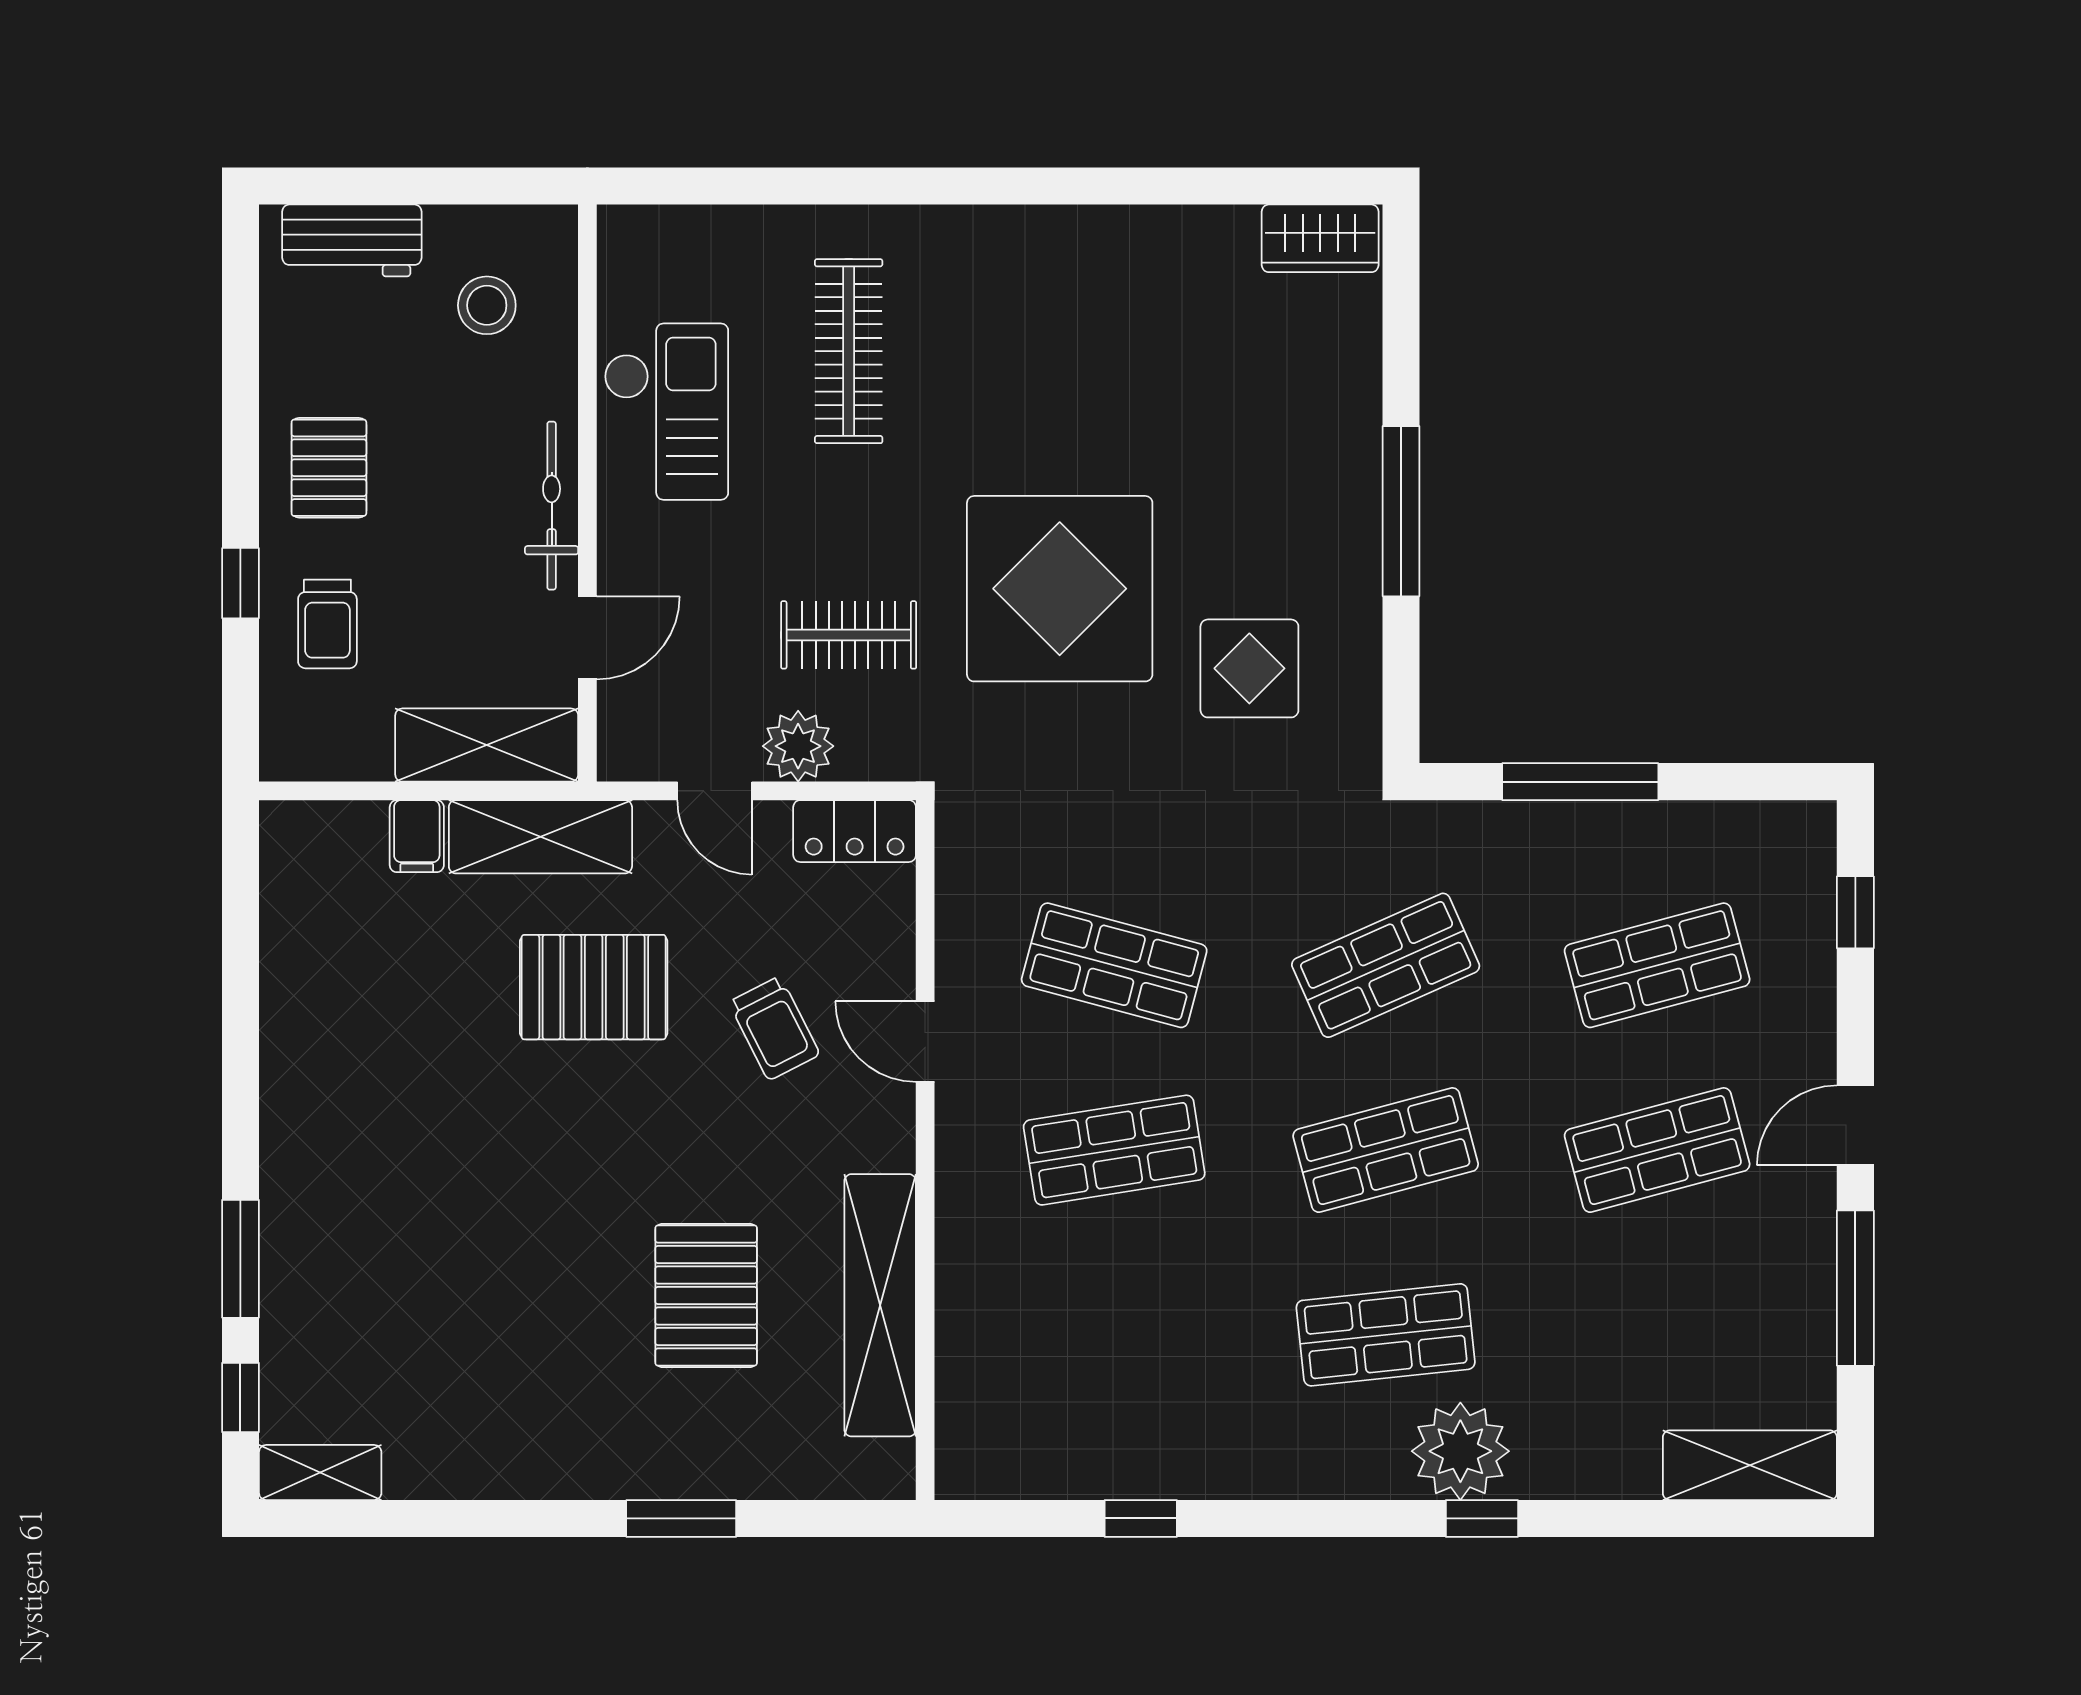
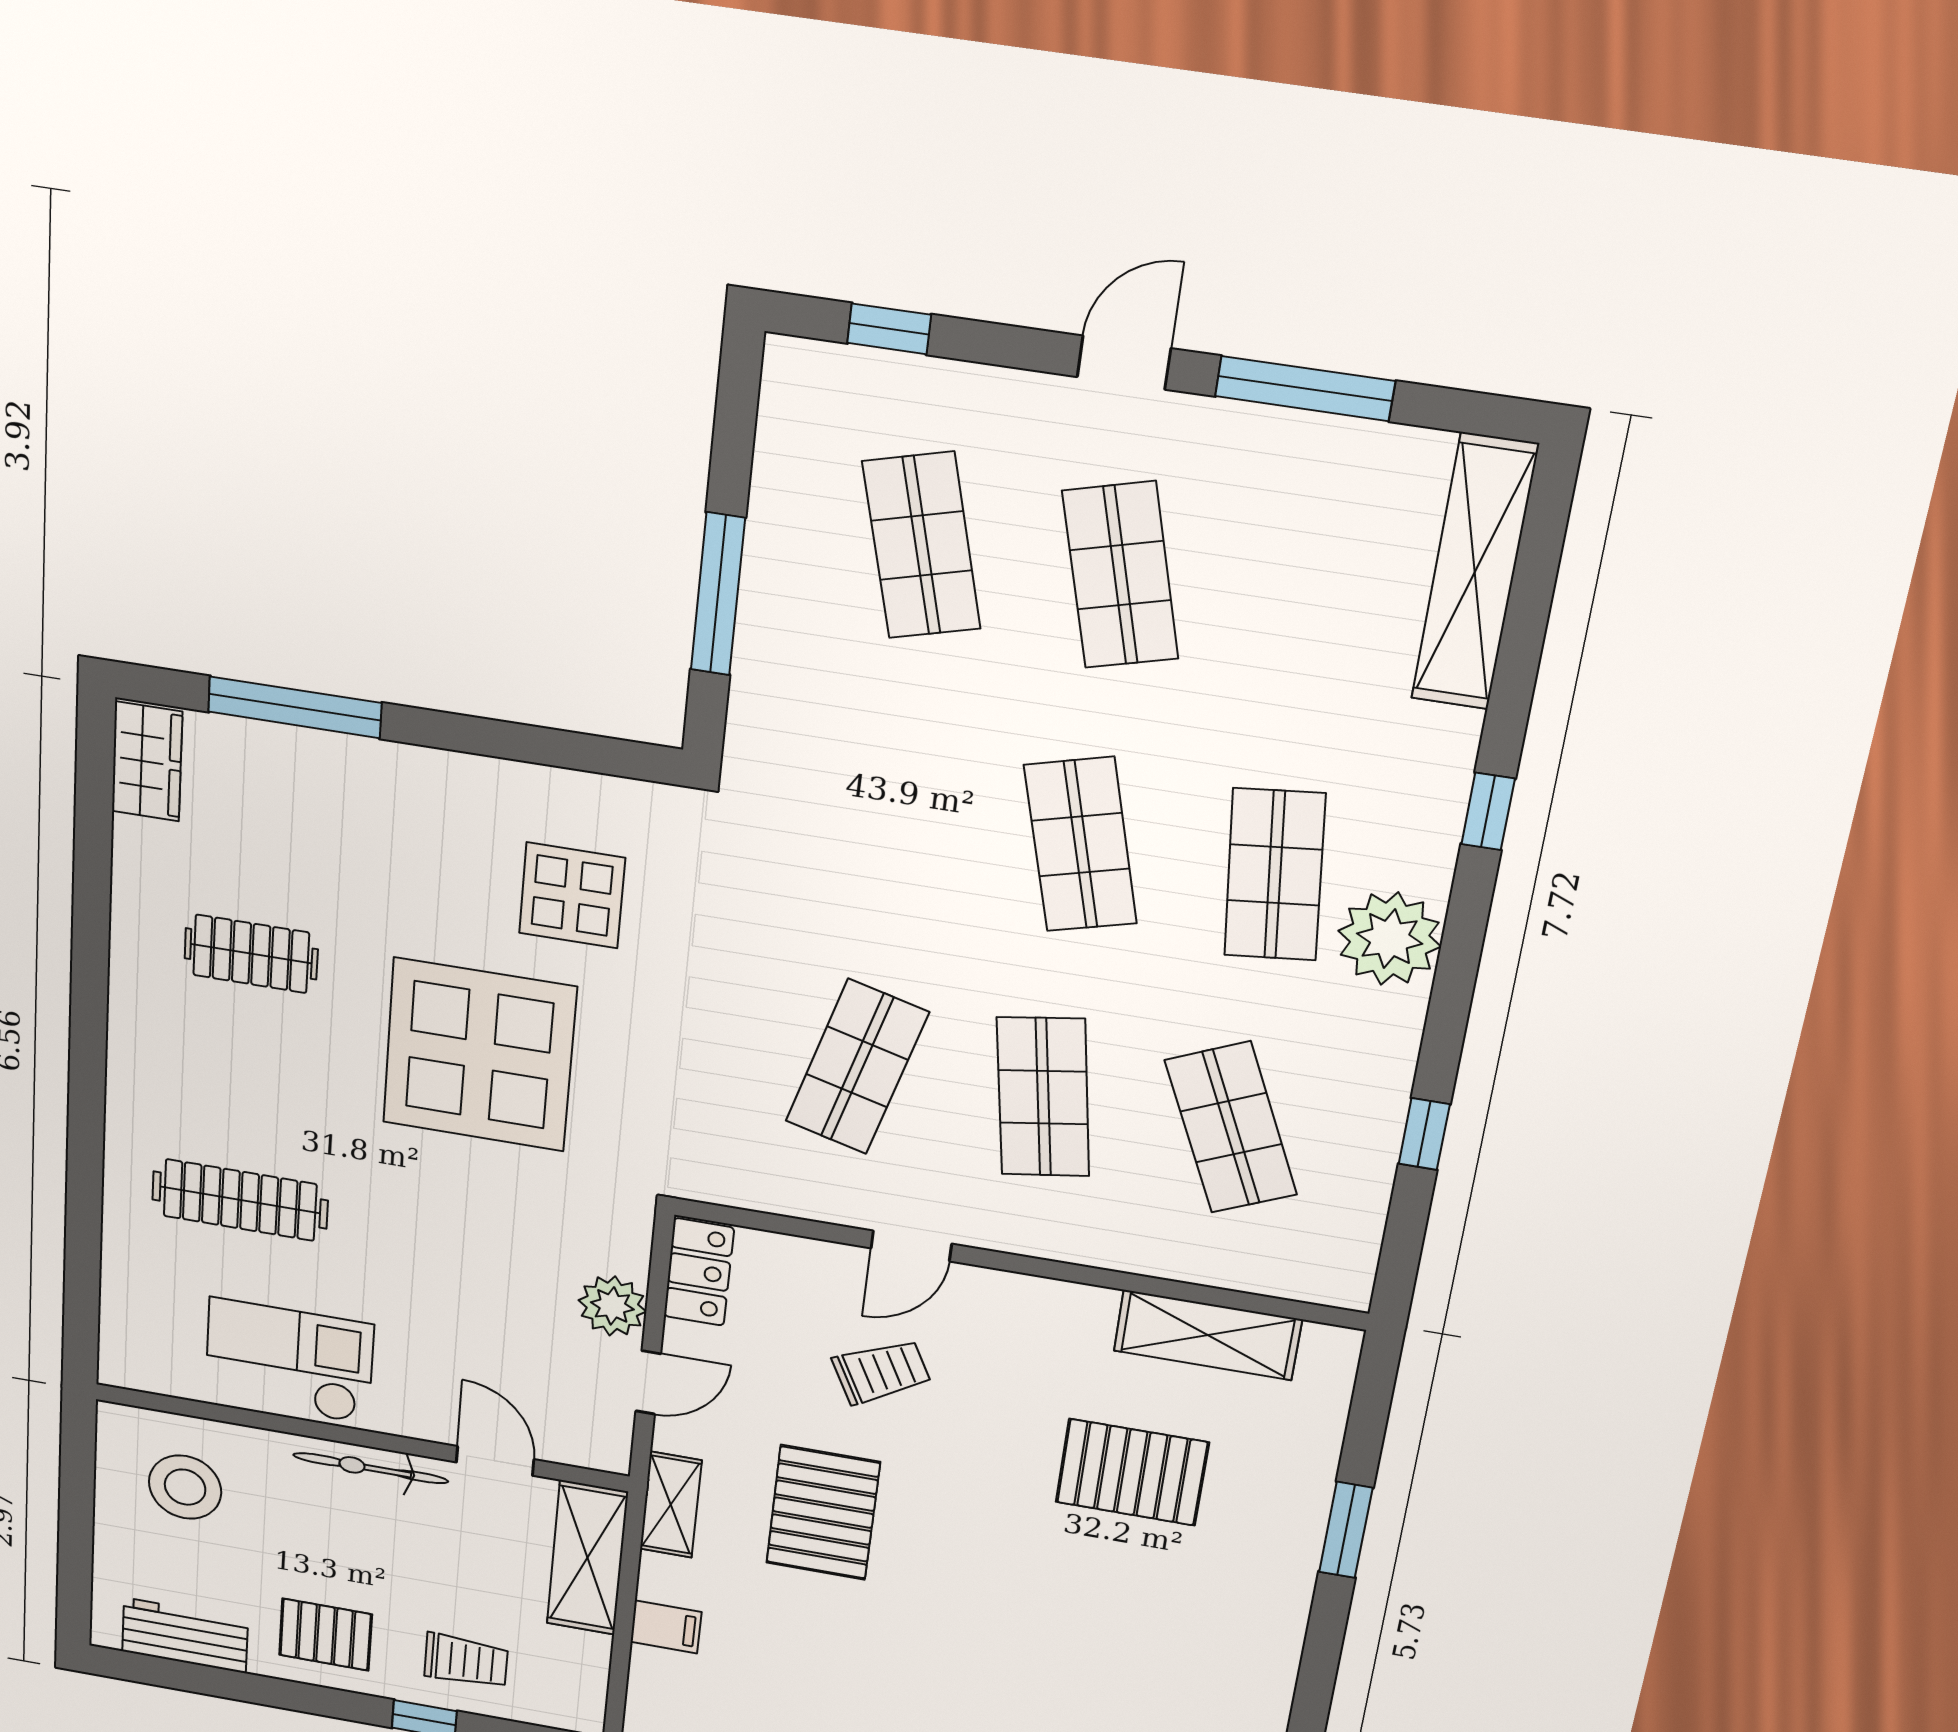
workbench: (352, 240) -> (185, 1635), moved, turned -90
stool: (487, 305) -> (185, 1487), width x1.38, depth x1.38
window: (1401, 511) -> (295, 707), moved
clothes rail: (849, 635) -> (251, 954), moved, turned 90
shelving: (540, 837) -> (671, 1505), width x0.67, depth x0.75
shop shelf: (1386, 965) -> (1231, 1128), moved
door: (1855, 1125) -> (1124, 363), swing flipped
shelving: (880, 1305) -> (1208, 1335), width x0.68
plant: (1460, 1451) -> (1390, 939), moved
shelving: (1750, 1465) -> (1475, 572), width x1.47

